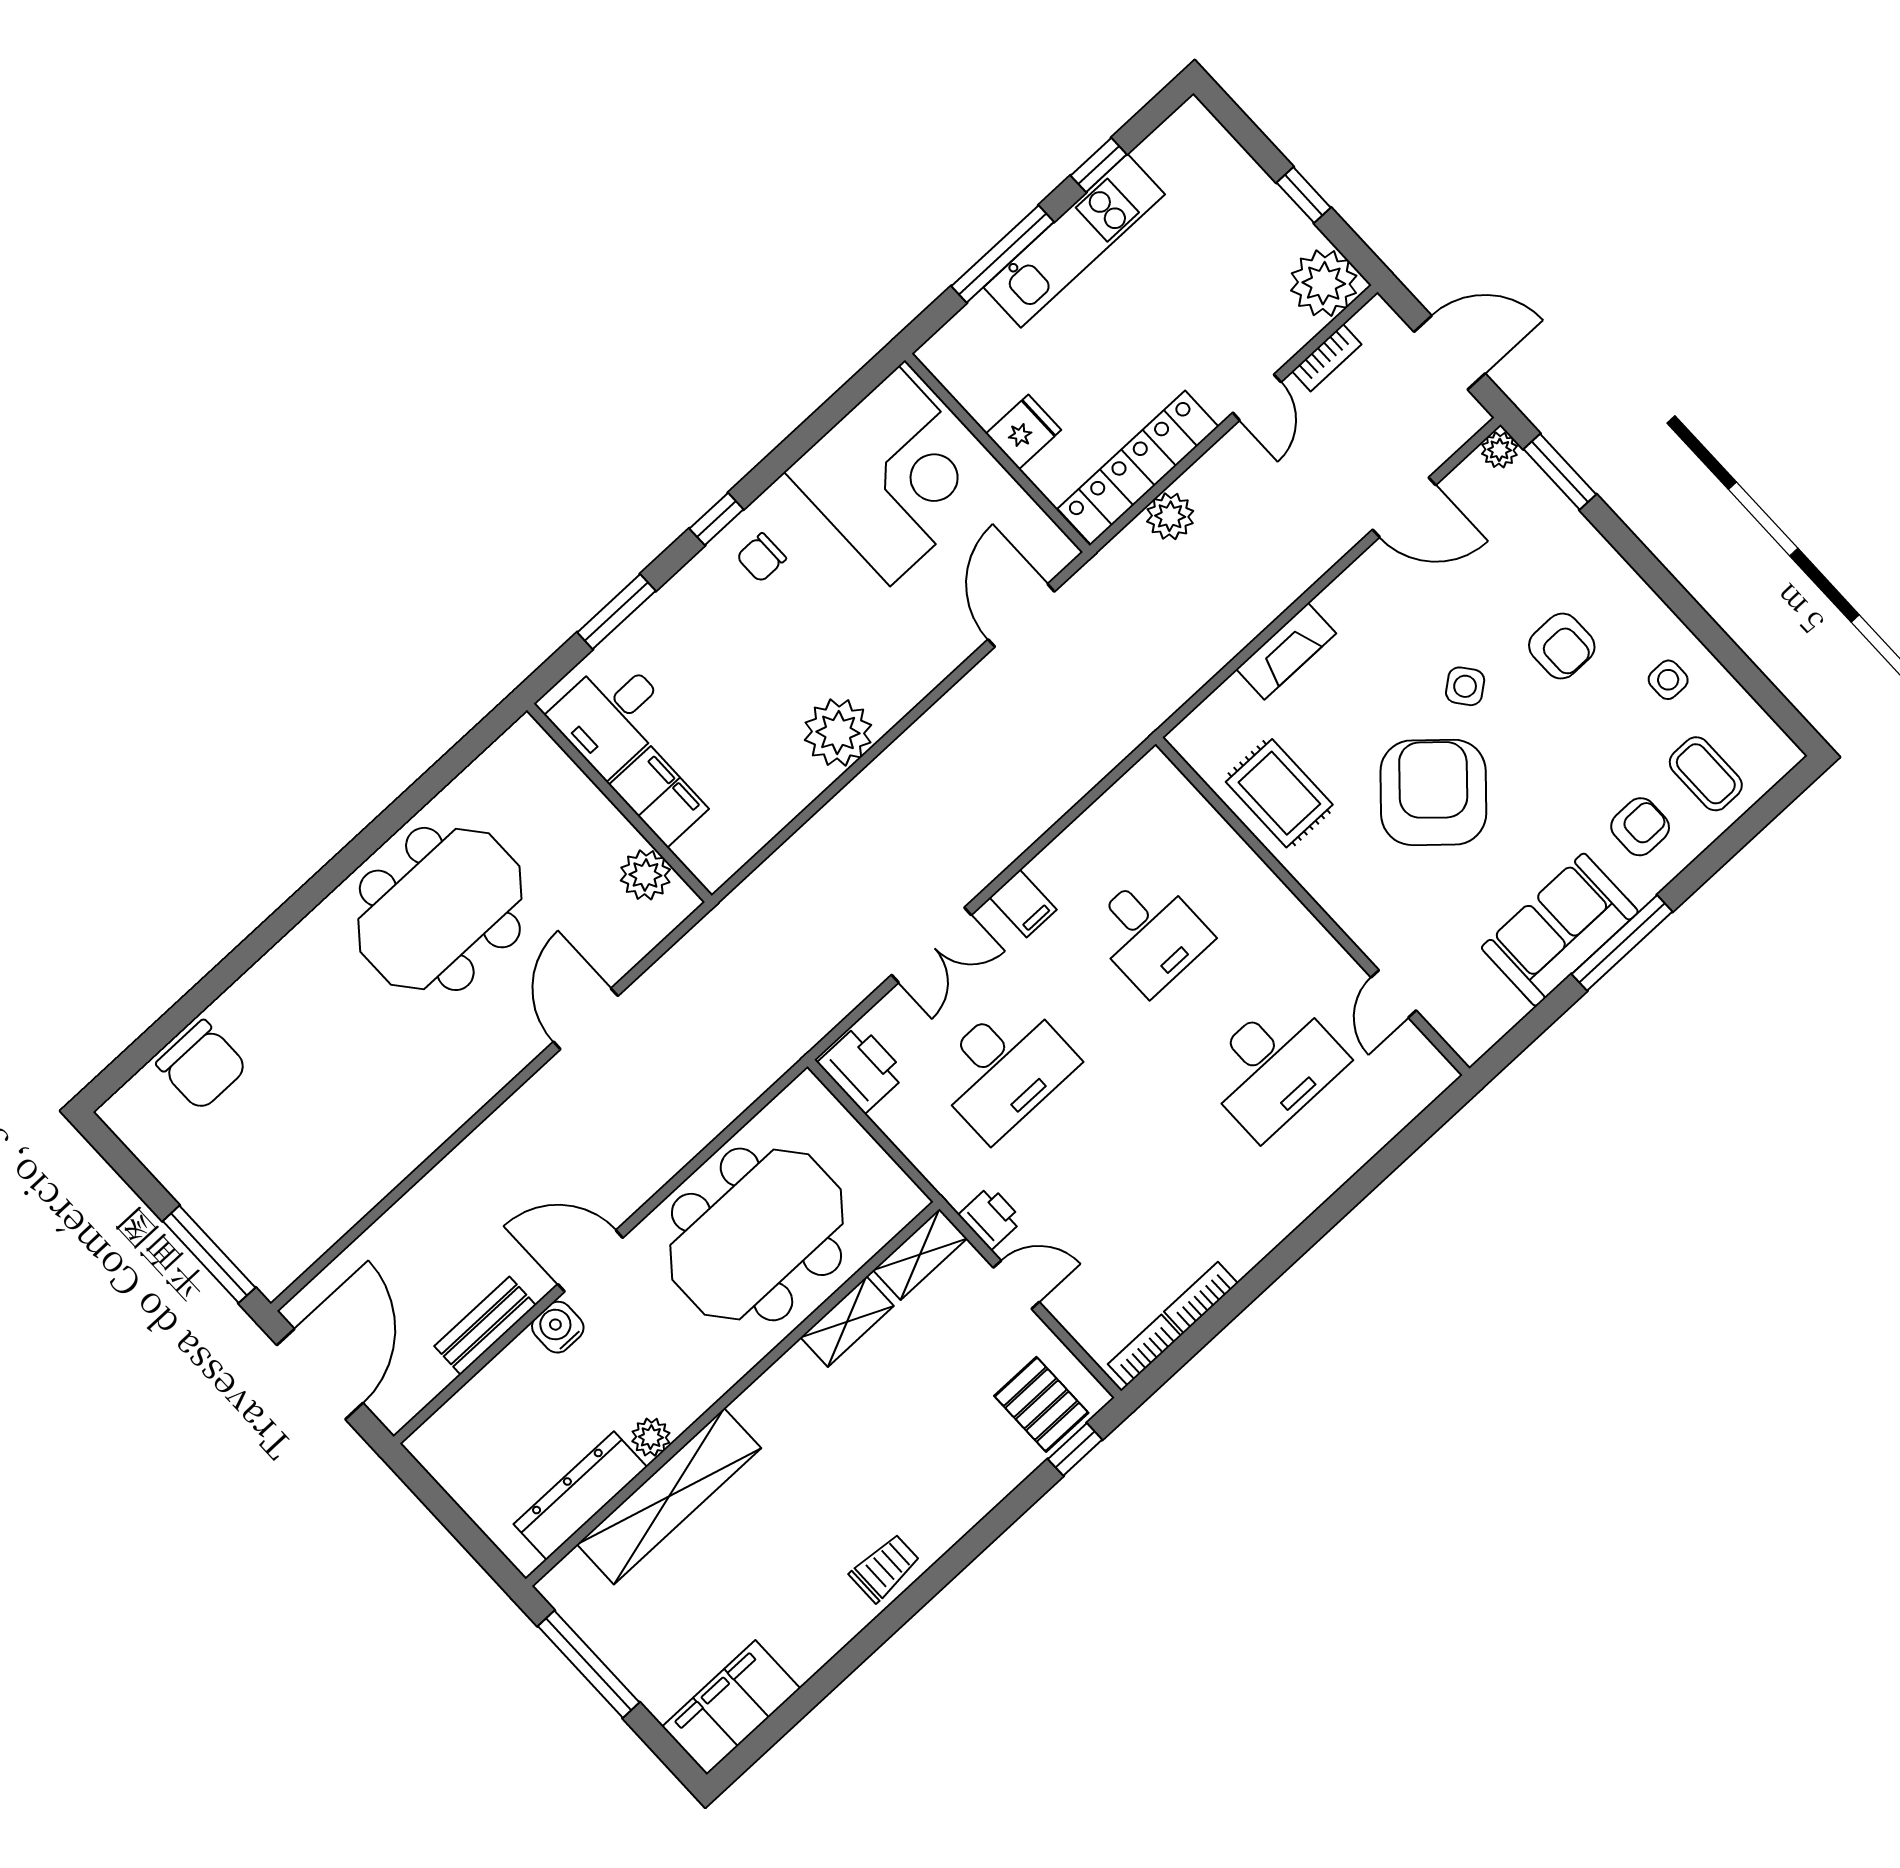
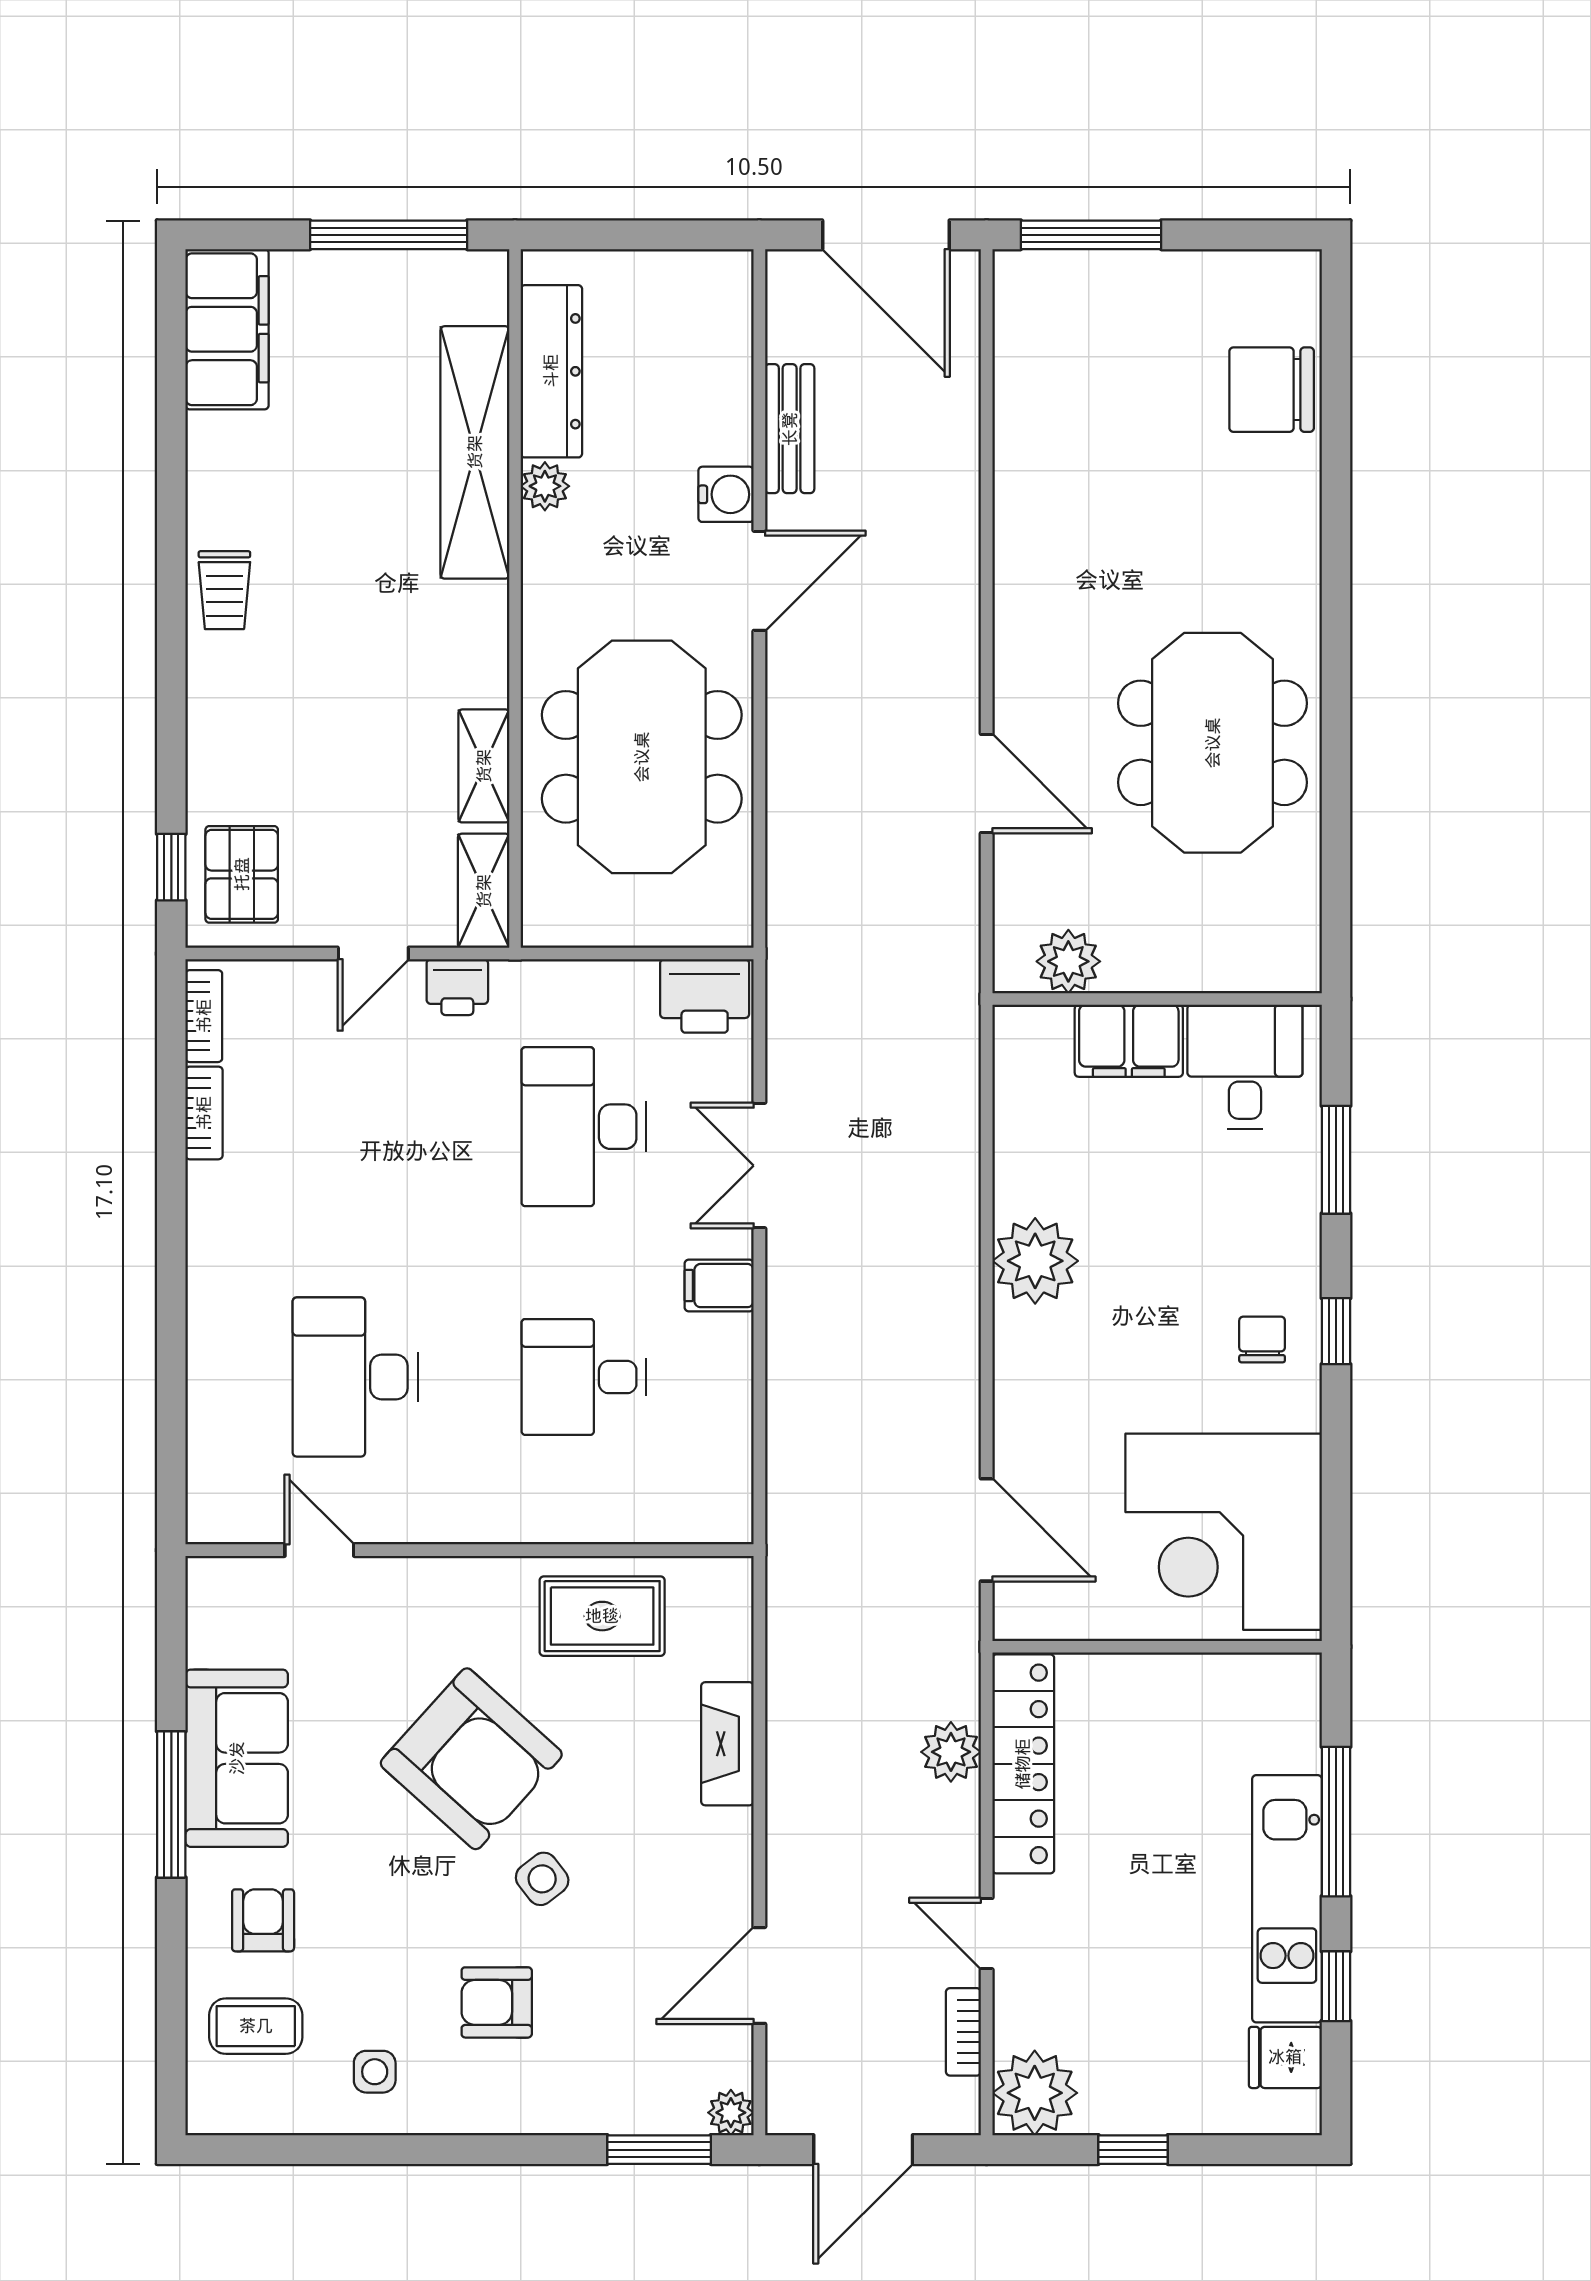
fridge: (1024, 432) -> (1285, 2057), moved, turned 90
armchair: (1640, 827) -> (263, 1920), turned 180
pallet: (1041, 1404) -> (242, 874), turned 90

